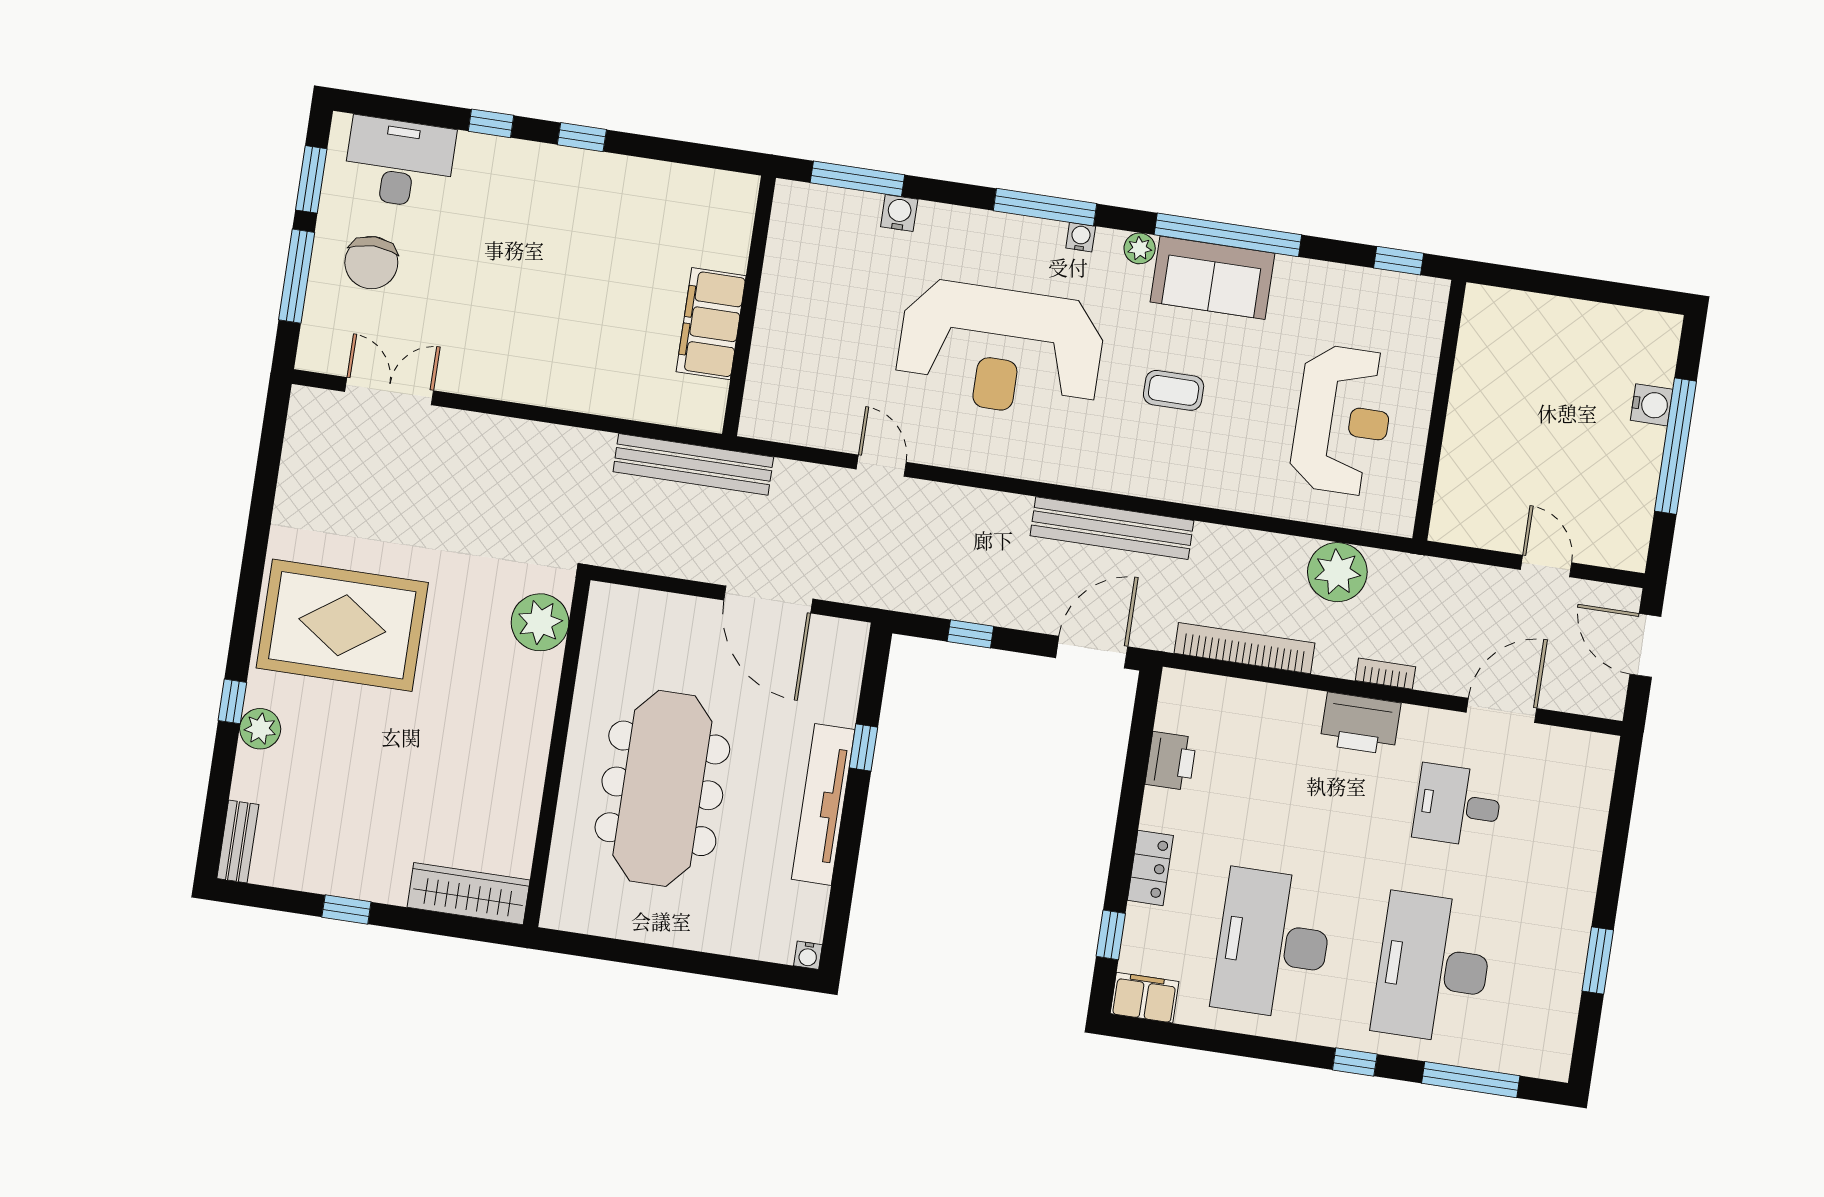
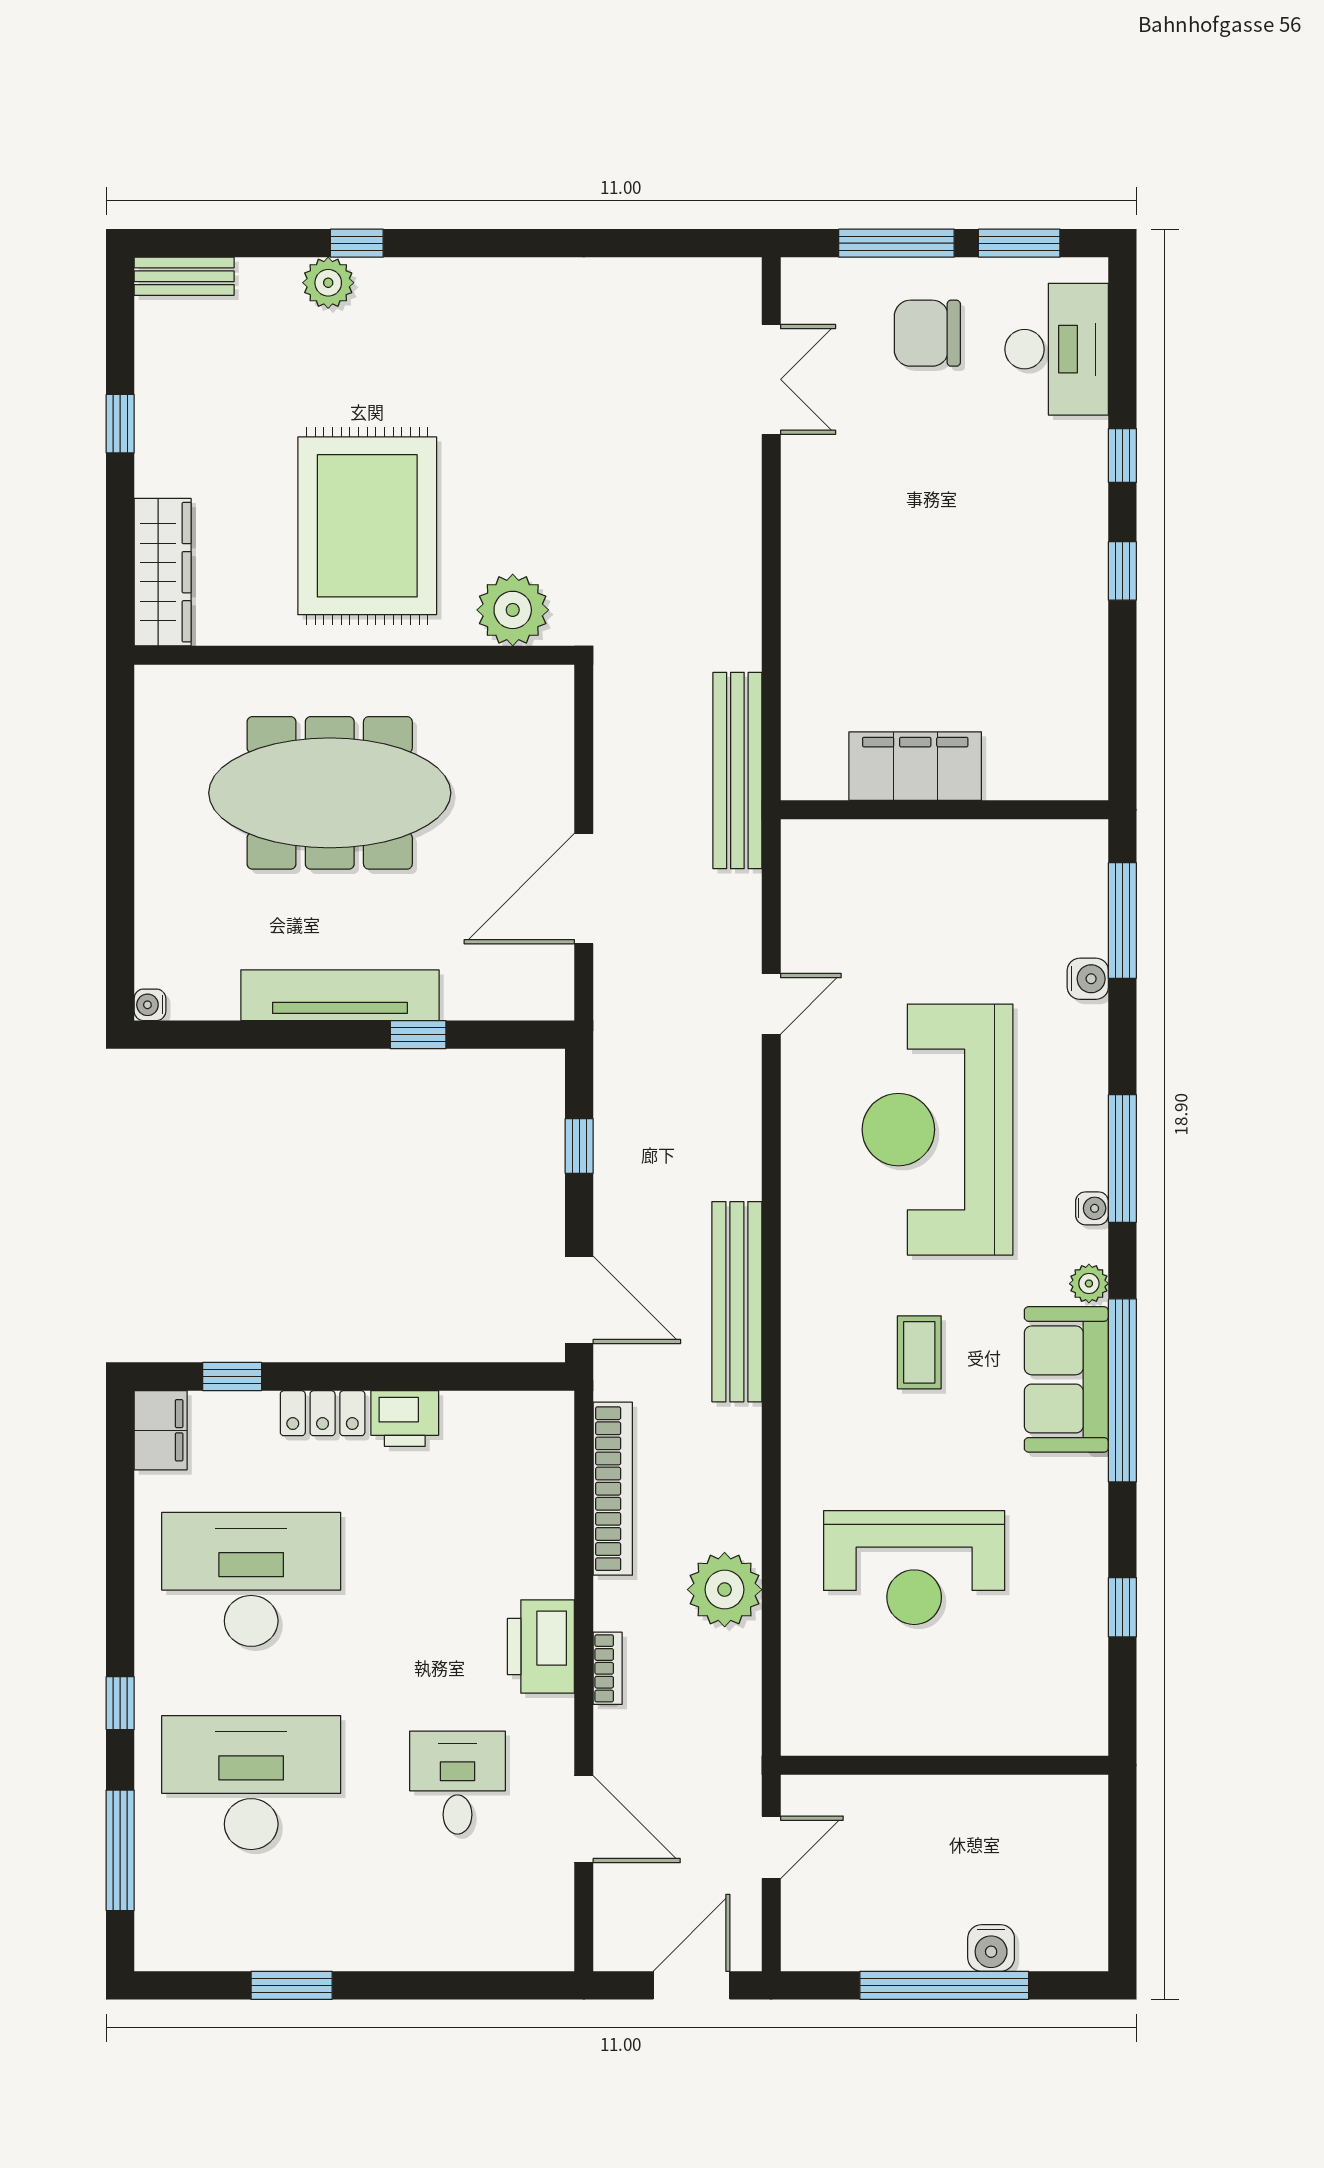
wall: (1439, 410) -> (944, 1765), moved
rug: (342, 625) -> (367, 526), moved
printer: (1171, 761) -> (405, 1419), moved

